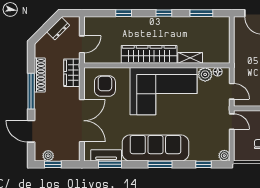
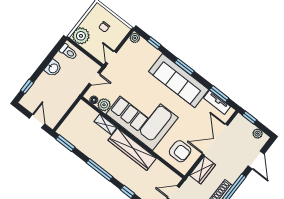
window: (164, 13) -> (100, 170), width x2.17
window: (201, 13) -> (65, 143), moved
wardrobe: (72, 73) -> (202, 170), moved
armchair: (105, 86) -> (180, 151), turned -90
door: (232, 91) -> (95, 79), swing flipped
window: (53, 164) -> (249, 118), moved

